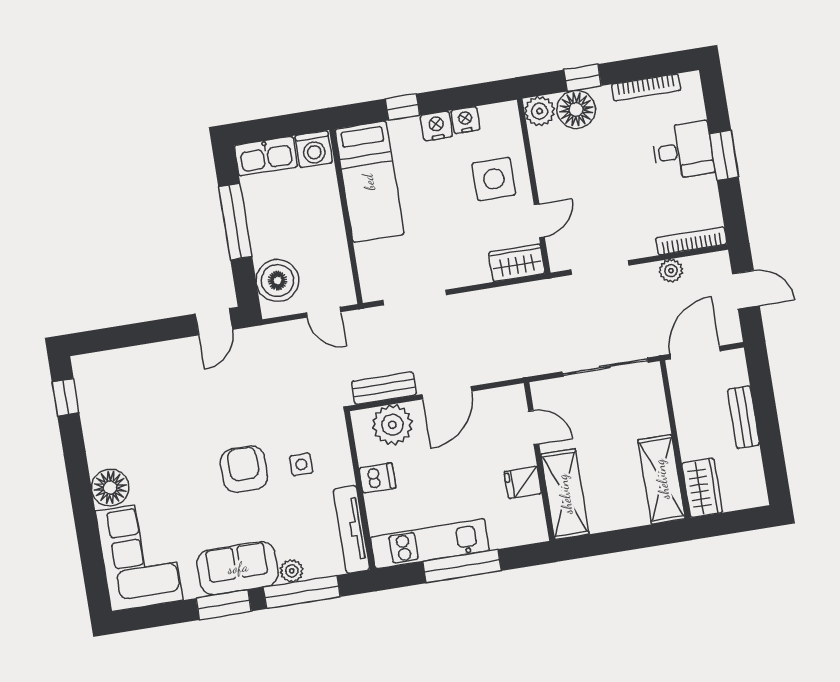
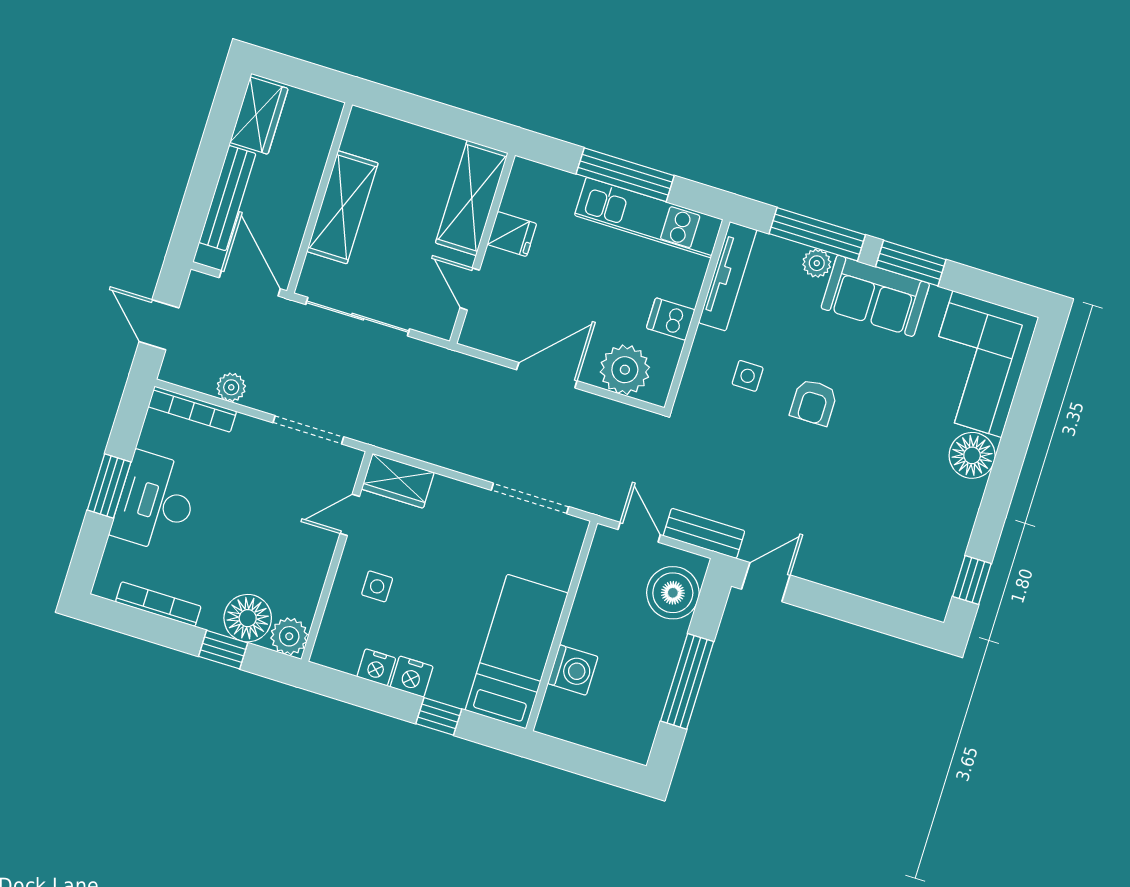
washing machine: (314, 149) -> (573, 670), moved, turned 90
desk: (683, 151) -> (156, 502), width x1.37
kitchen sink: (266, 156) -> (617, 737), removed
side table: (494, 179) -> (377, 586), width x0.54, depth x0.54
door: (695, 353) -> (250, 283), swing flipped
bench: (384, 388) -> (704, 533), moved
bench: (744, 417) -> (227, 198), width x1.36
armchair: (244, 469) -> (814, 402), width x0.72, depth x0.72
shelving: (662, 479) -> (342, 207), moved
wardrobe: (702, 488) -> (259, 116), moved, turned 180

